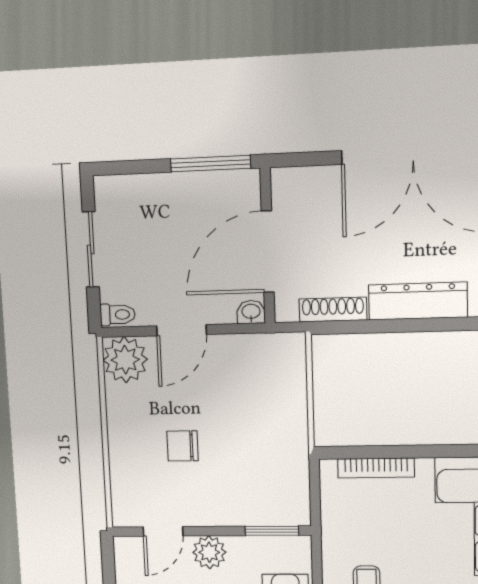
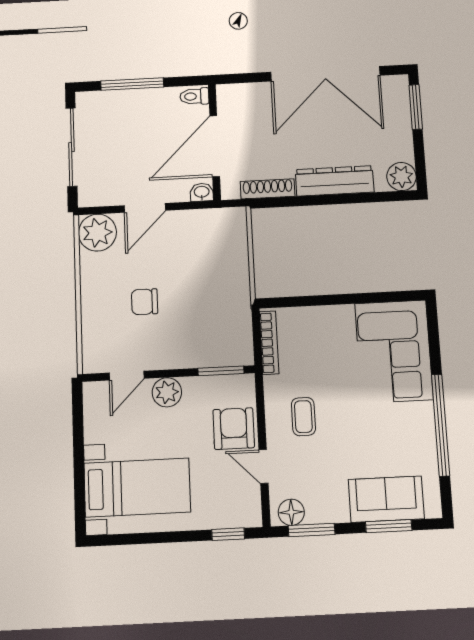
window: (211, 164) -> (132, 84), moved
sliding door: (91, 249) -> (71, 147), width x1.37
toilet: (118, 315) -> (194, 96), moved, turned 180
bookcase: (376, 468) -> (269, 343), moved, turned -90

